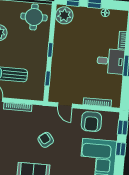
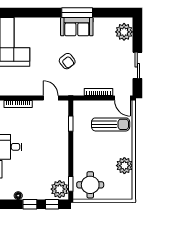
window: (50, 50) -> (71, 184), moved
armchair: (91, 122) -> (22, 84), removed

